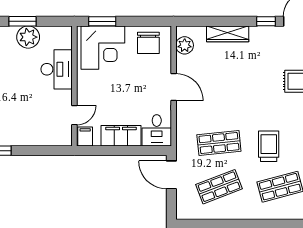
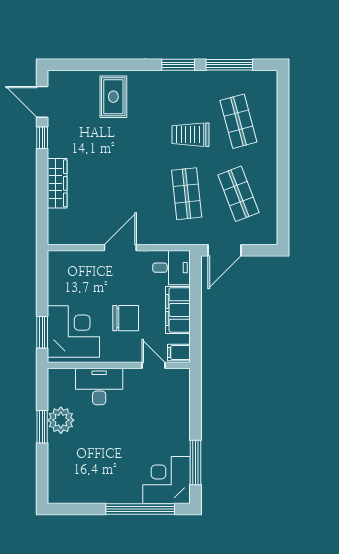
chair: (148, 43) -> (126, 318), moved
plant: (185, 45) -> (71, 235), removed

